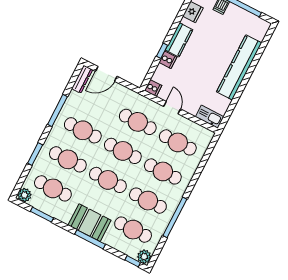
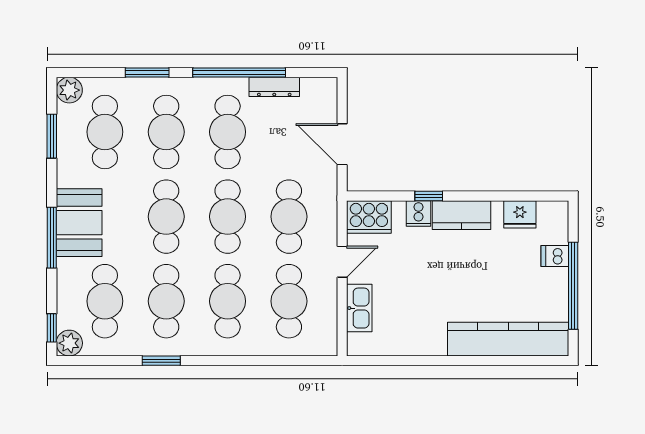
kitchen counter: (239, 67) -> (508, 339), moved
door: (106, 74) -> (342, 144), moved
dresser: (82, 79) -> (274, 87), moved
cooker: (153, 88) -> (369, 217), width x1.87, depth x1.31
window: (57, 110) -> (239, 72), width x1.46
kitchen sink: (210, 117) -> (359, 308), moved
window: (175, 217) -> (161, 361), width x0.47

